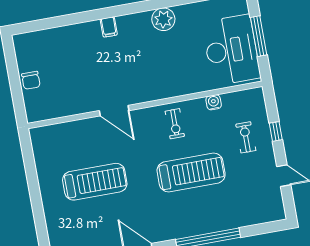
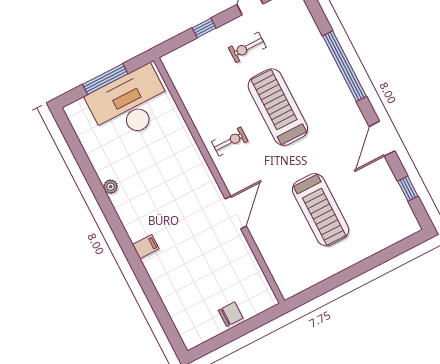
plant: (163, 19) -> (111, 187), width x0.53, depth x0.53
water cooler: (214, 102) -> (193, 106), removed
exercise bike: (246, 137) -> (247, 47), moved
treadmill: (95, 182) -> (321, 210), turned 180

